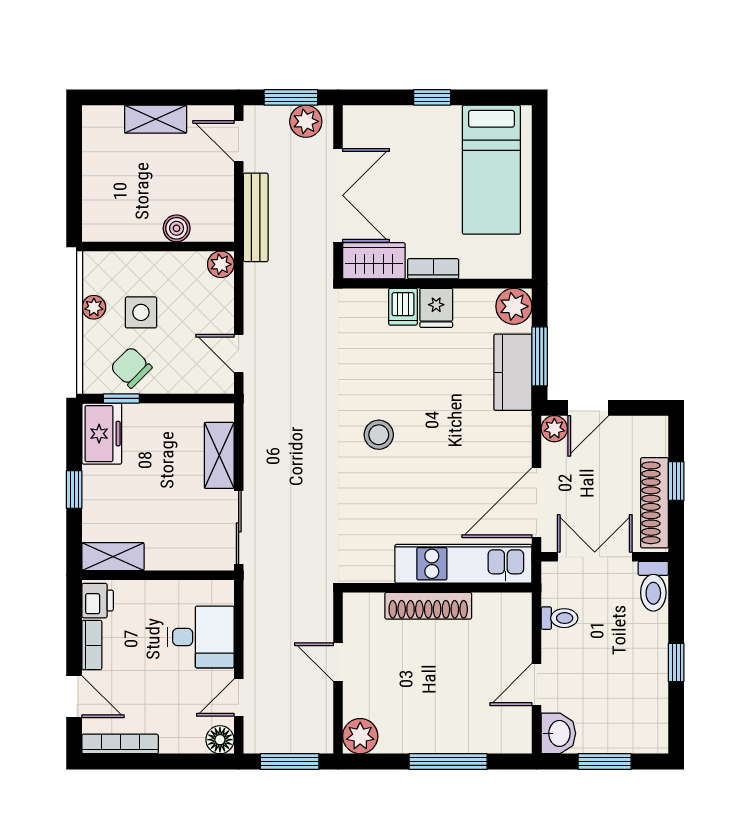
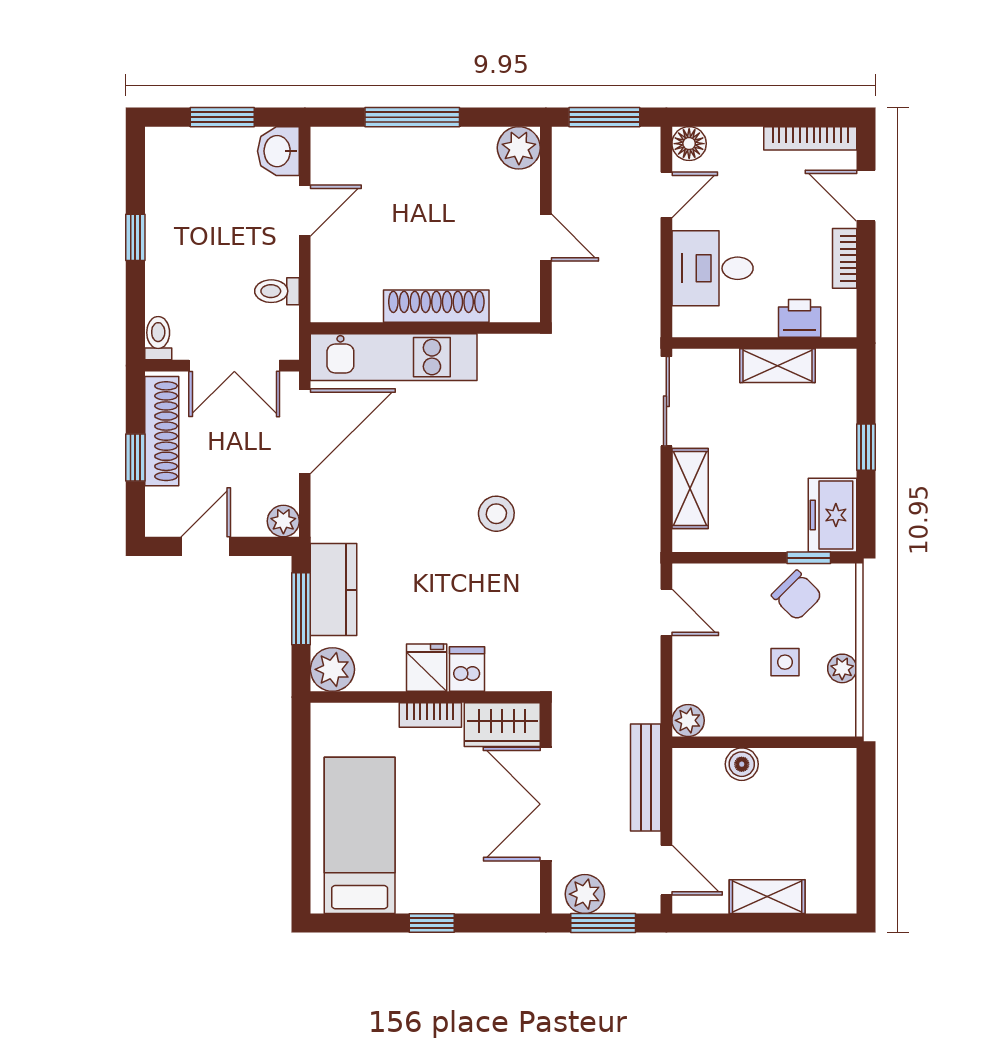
side table: (141, 312) -> (785, 662), width x0.73, depth x0.73
door: (588, 408) -> (206, 546), moved
shelving: (113, 557) -> (777, 366), moved
toilet: (653, 586) -> (158, 338), width x0.73, depth x0.72
printer: (98, 601) -> (800, 318), moved, turned 90

